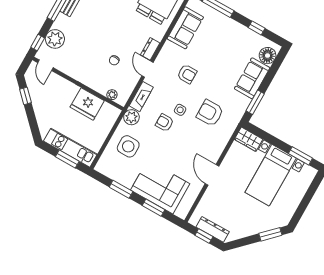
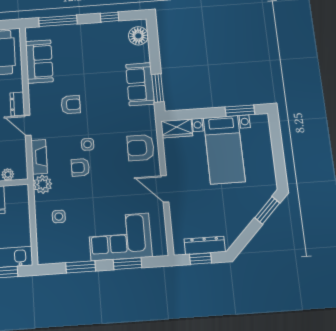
sofa: (252, 78) -> (140, 84), moved
armchair: (210, 113) -> (141, 148), moved
side table: (128, 146) -> (59, 217), width x0.54, depth x0.54

